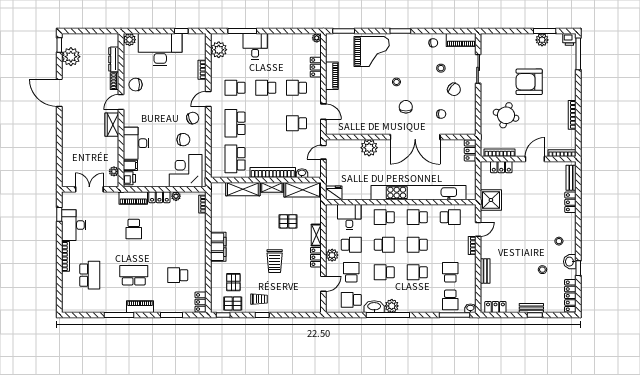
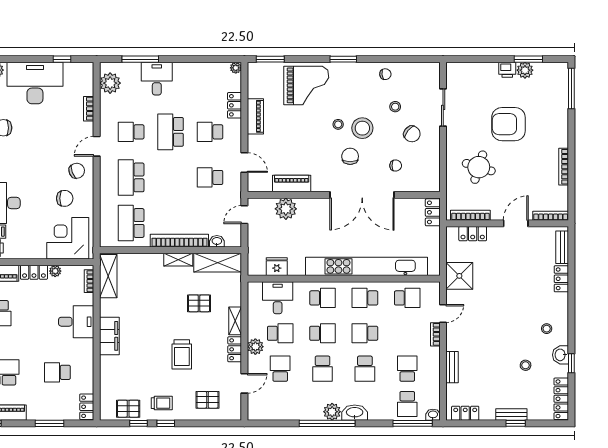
printer: (569, 39) -> (507, 70), moved
piano: (461, 40) -> (292, 183), moved, turned 180
stool: (415, 85) -> (362, 128), added
school desk: (266, 88) -> (171, 132), width x1.85
plant: (369, 148) -> (286, 209), moved
shelving: (243, 189) -> (108, 276), moved, turned 90
fridge: (334, 193) -> (277, 267), moved
school desk: (384, 217) -> (323, 298), turned 180
desk: (192, 236) -> (76, 322), added
school desk: (384, 272) -> (323, 369), turned -90
school desk: (417, 272) -> (365, 369), turned -90
pallet: (233, 282) -> (207, 400), moved, turned 90
school desk: (351, 300) -> (280, 404), removed
washbasin: (374, 307) -> (355, 413), moved
window: (223, 315) -> (139, 423), moved

